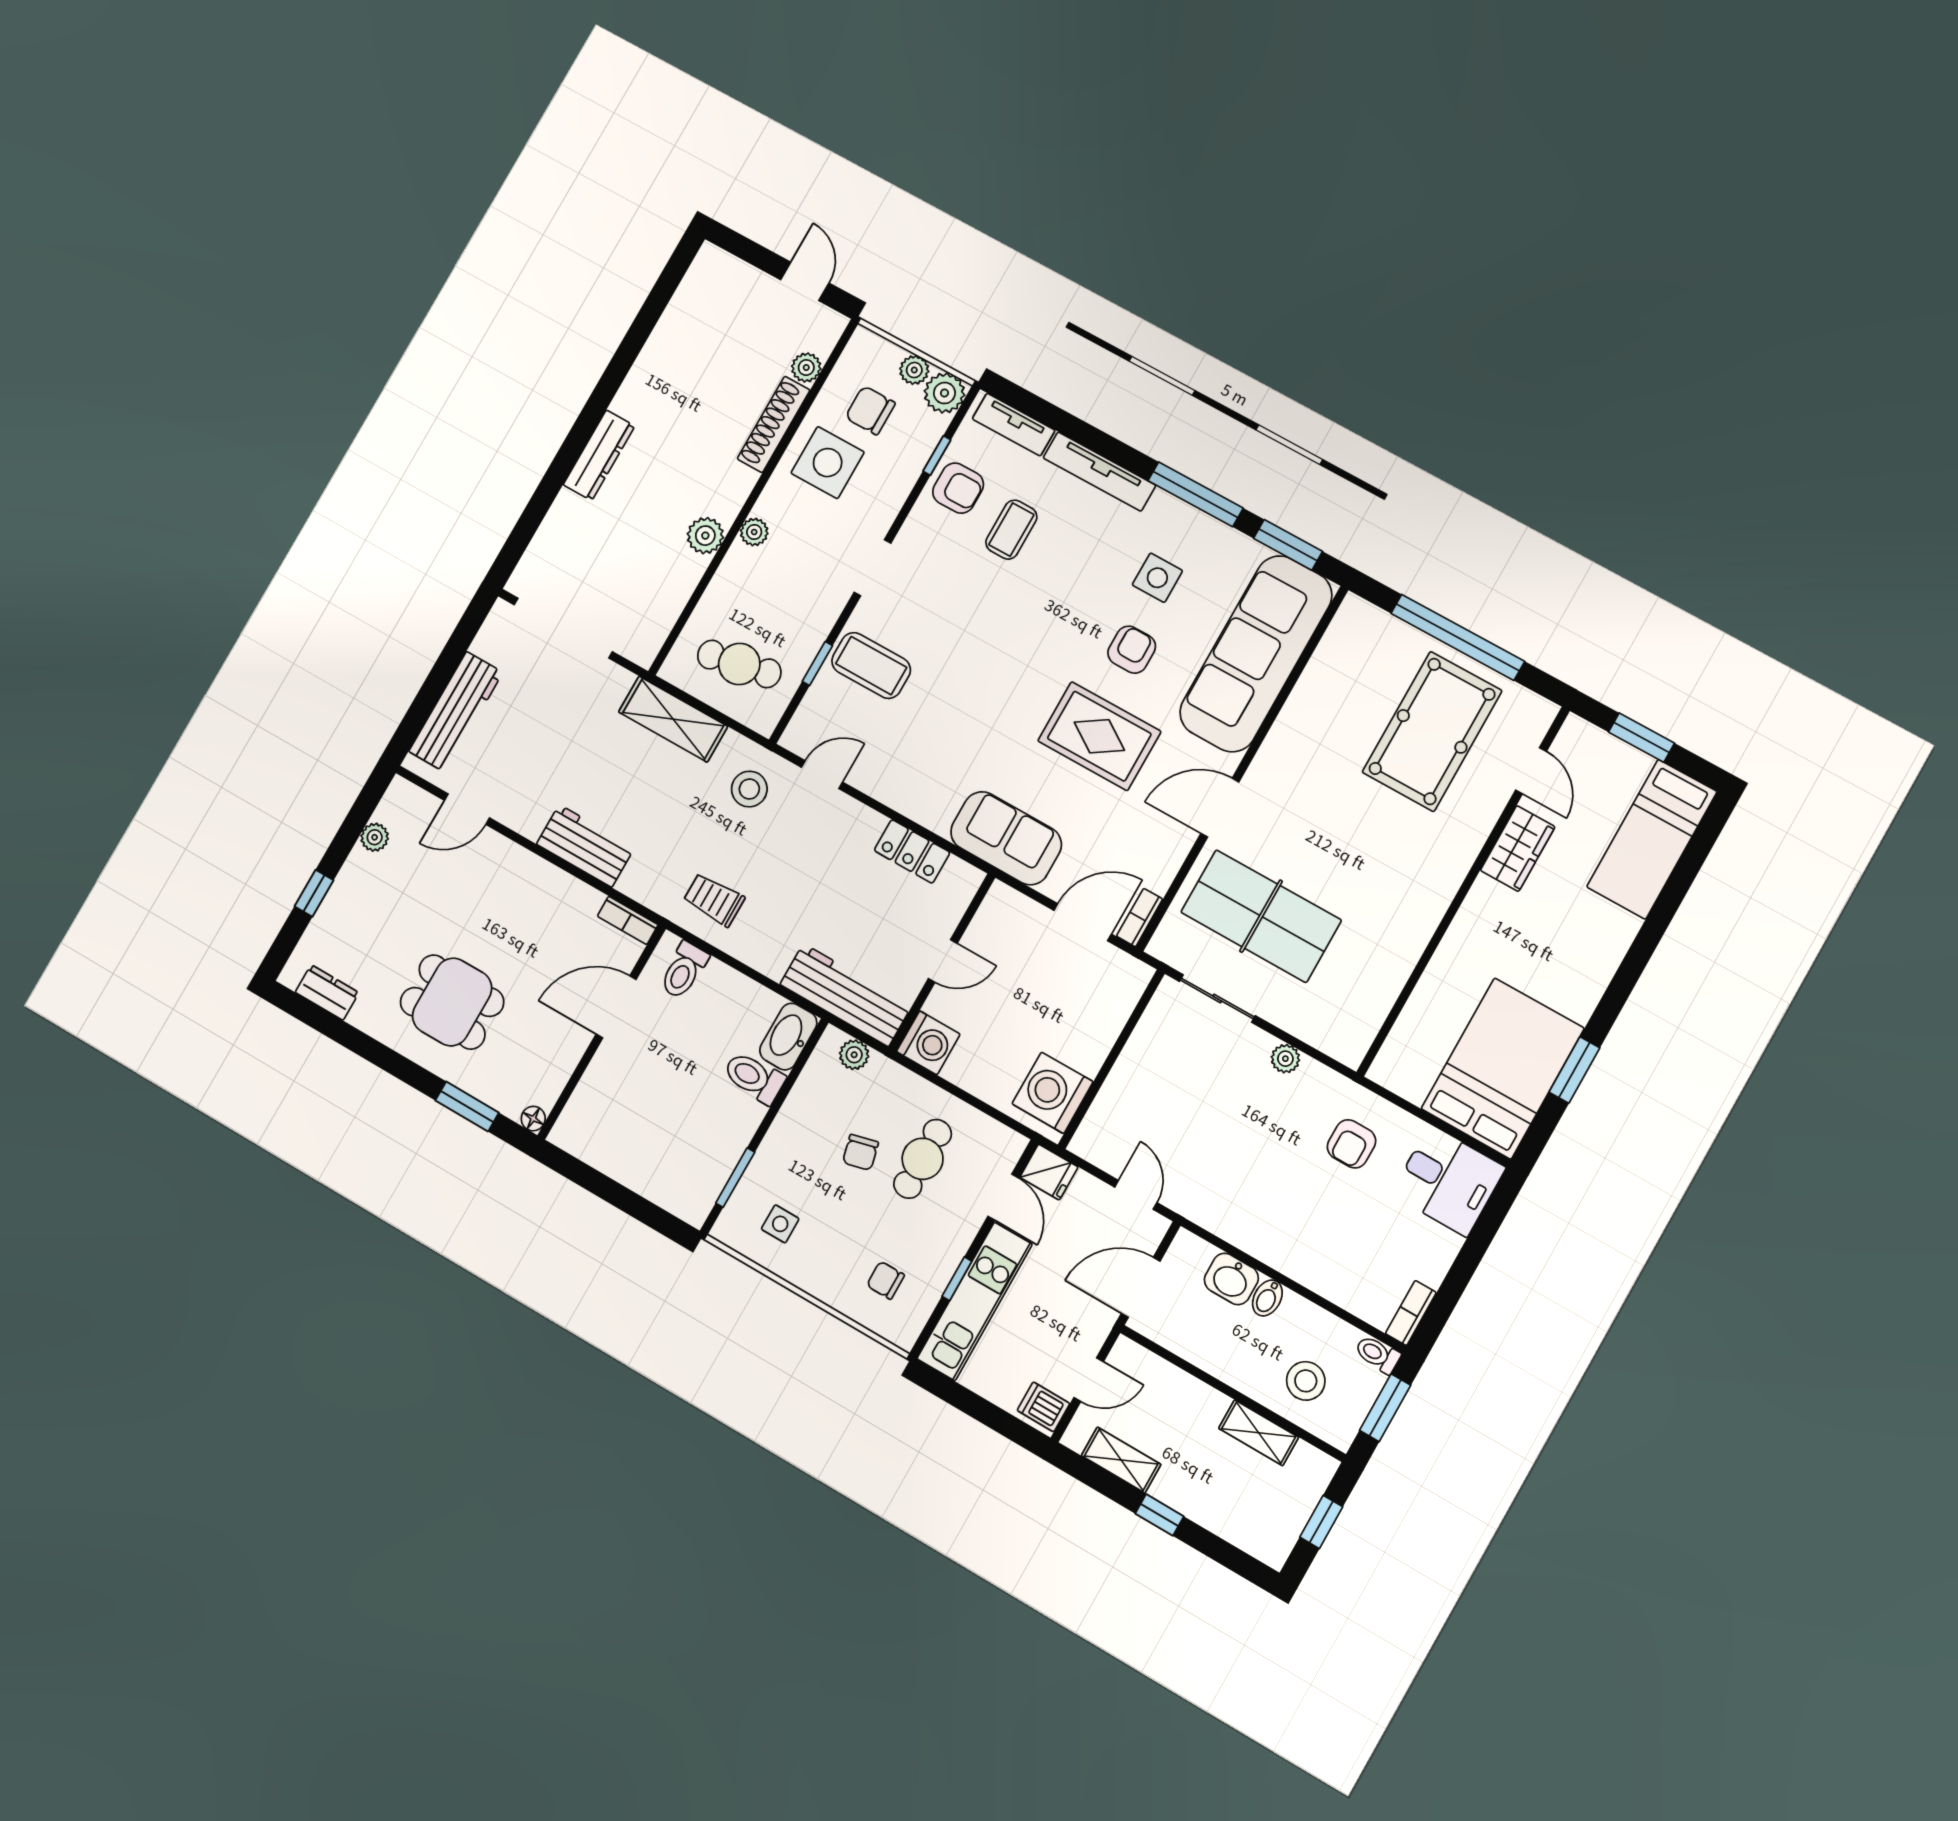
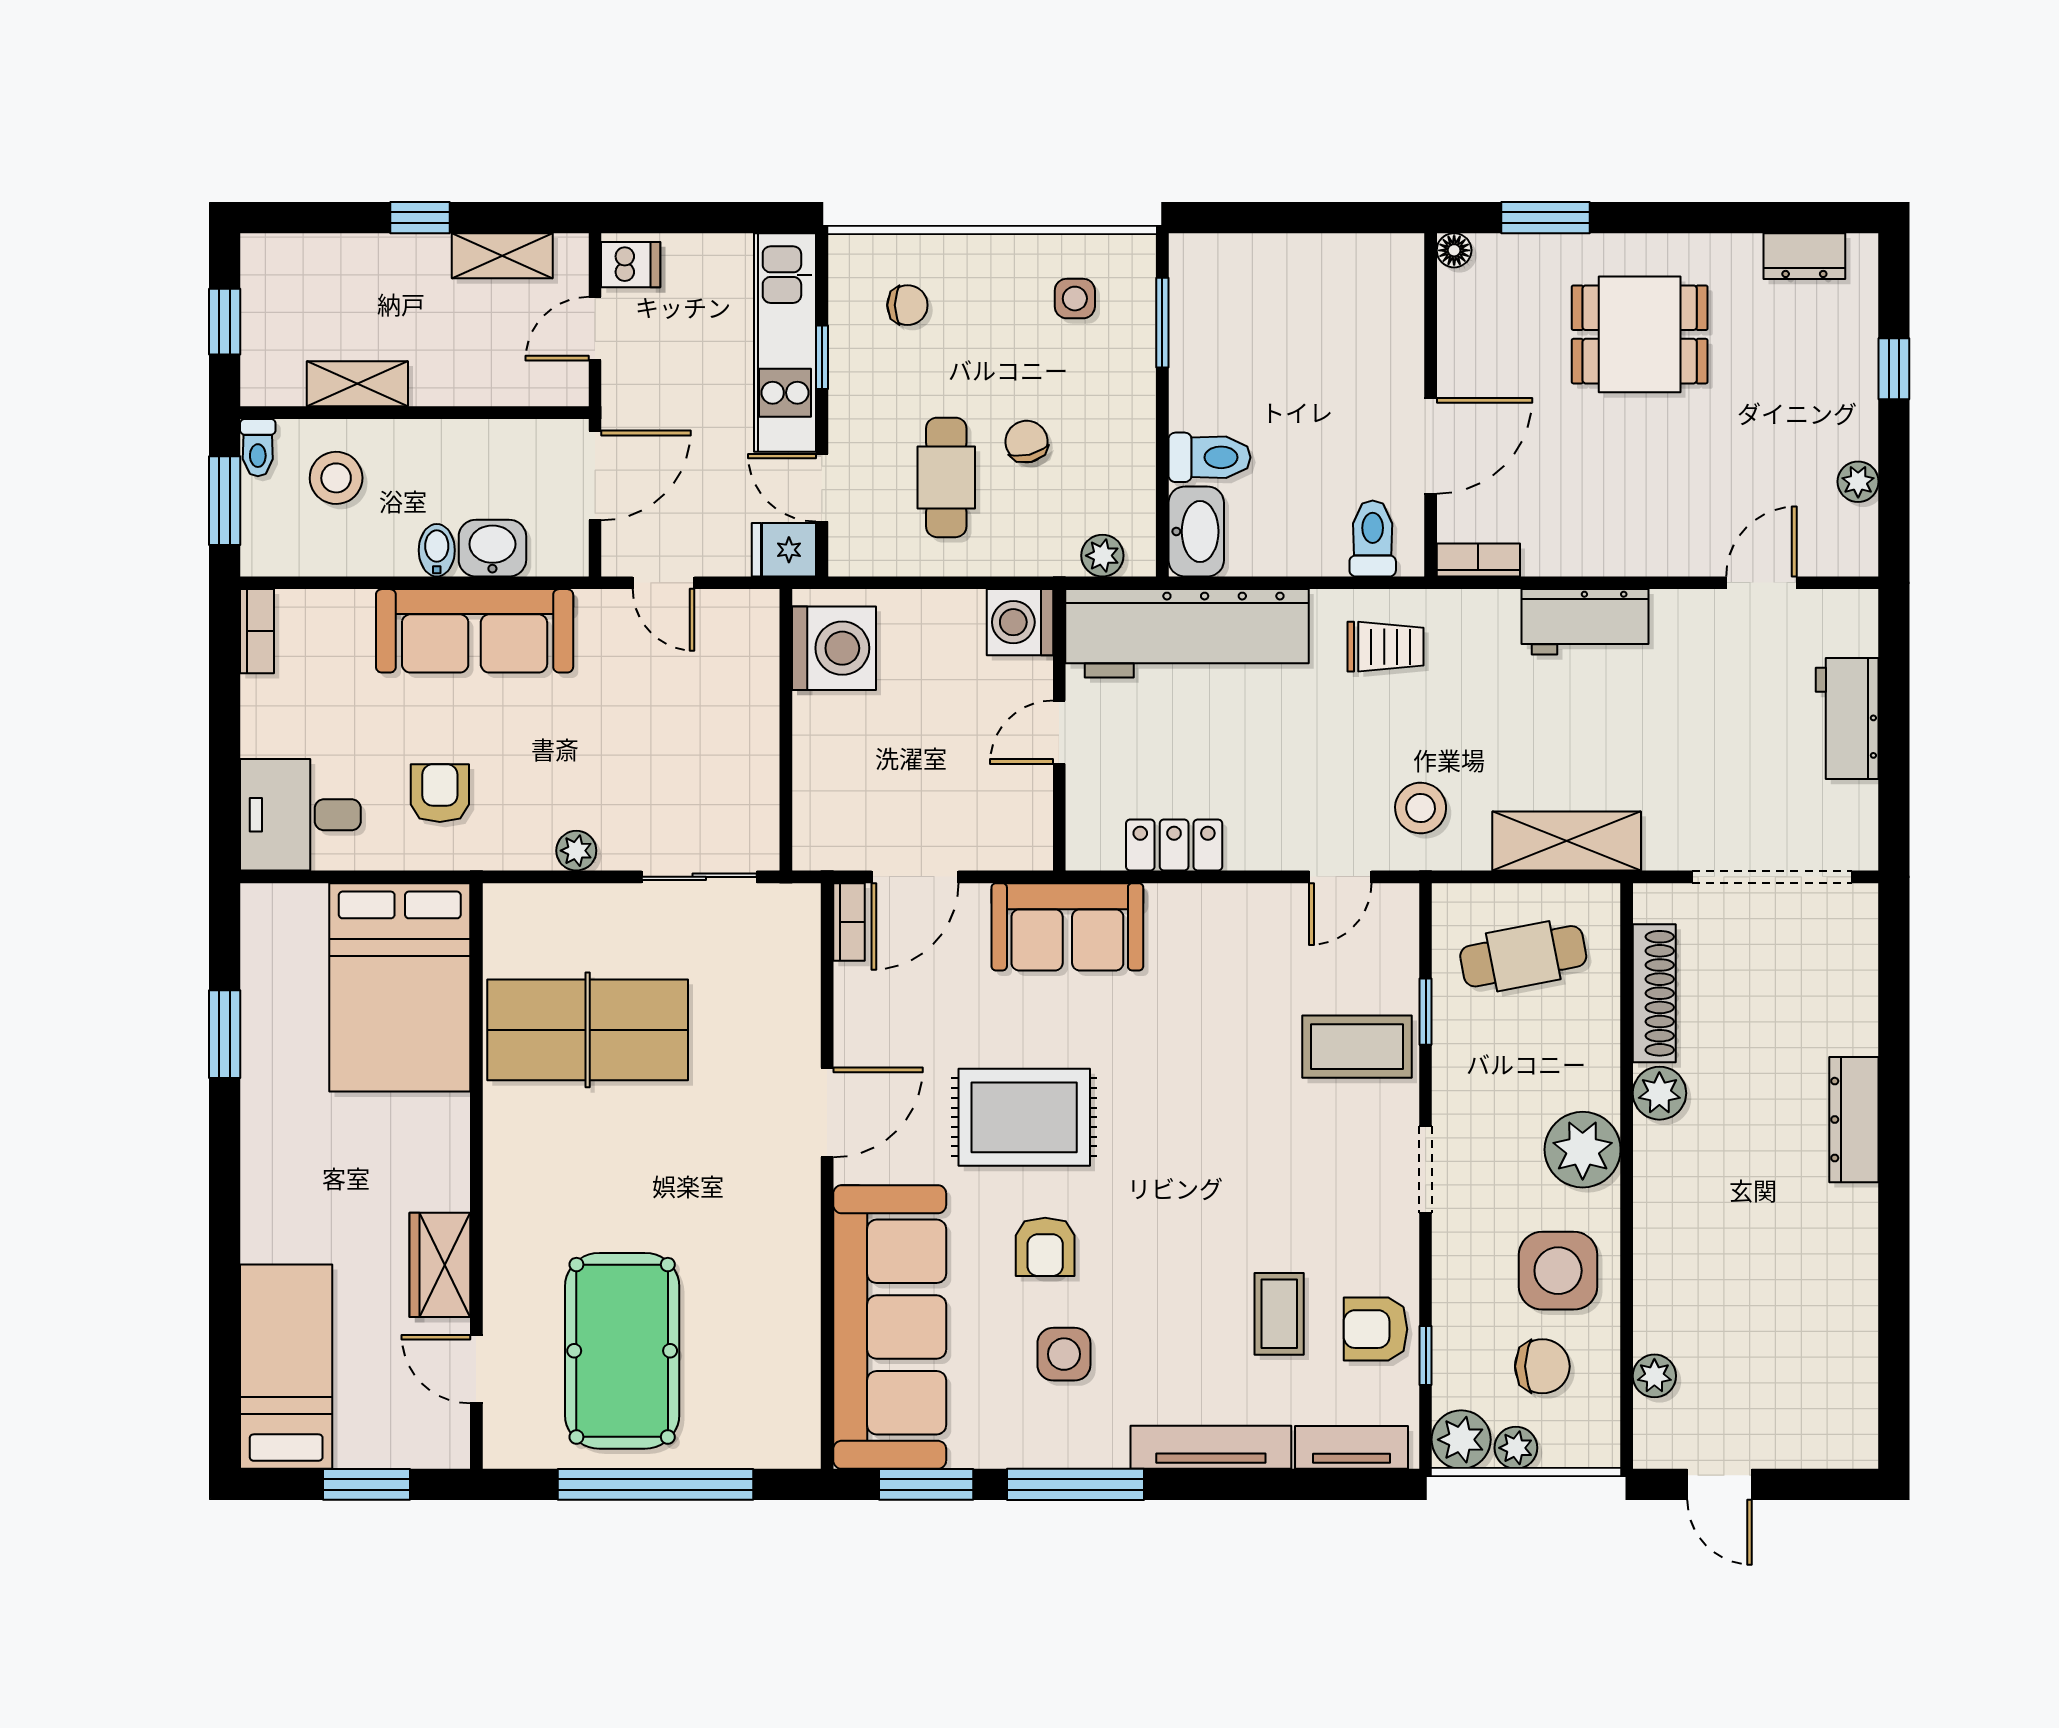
shoe rack: (774, 424) -> (1654, 993), moved
plant: (754, 532) -> (1583, 1150), width x1.88, depth x1.88
workbench: (456, 712) -> (1847, 718), width x0.73
table tennis table: (1261, 916) -> (588, 1030), moved
workbench: (846, 995) -> (1187, 633), width x1.36, depth x1.32
bed: (1503, 1068) -> (400, 987), moved
sofa: (1272, 1233) -> (475, 631), added
toilet: (1378, 1354) -> (258, 448), moved, turned 90

